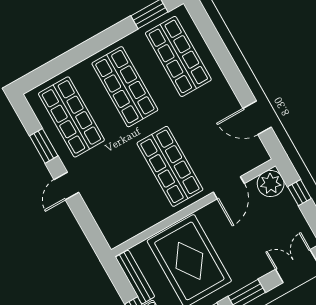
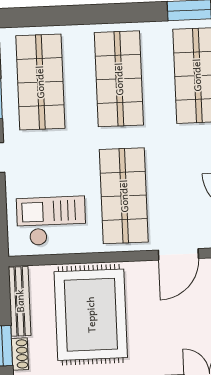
checkout: (129, 210) -> (51, 221), added

